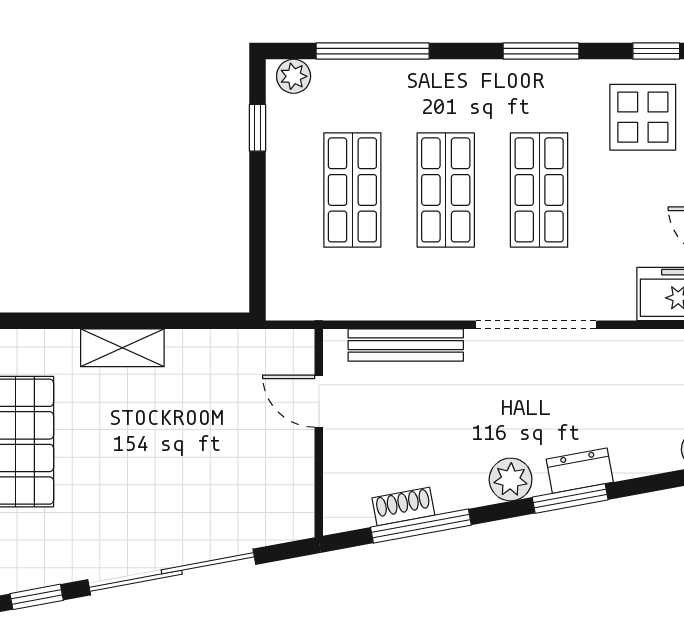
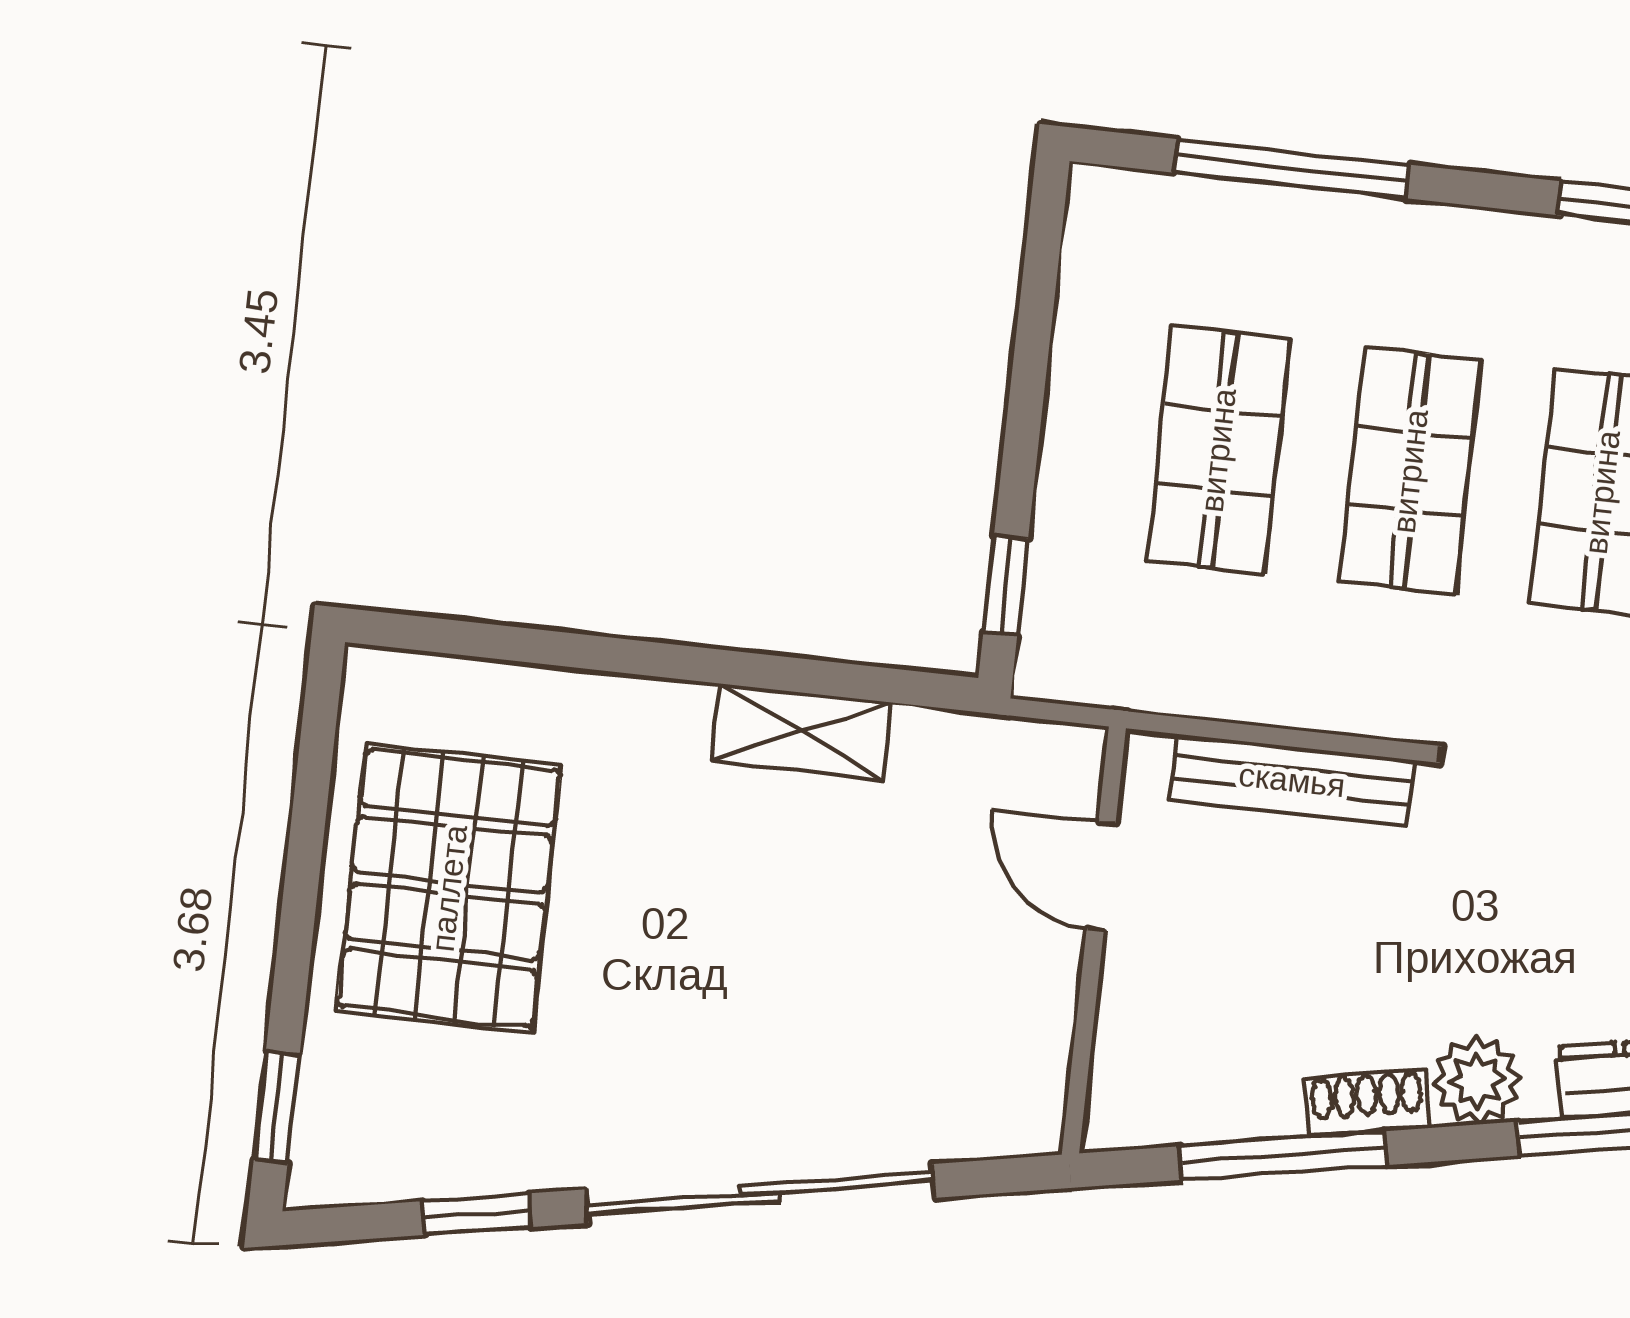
plant: (294, 76) -> (1123, 202), removed
window: (257, 128) -> (1006, 585), moved
shelving: (122, 348) -> (801, 732), moved
shoe rack: (403, 506) -> (1367, 1103), moved

